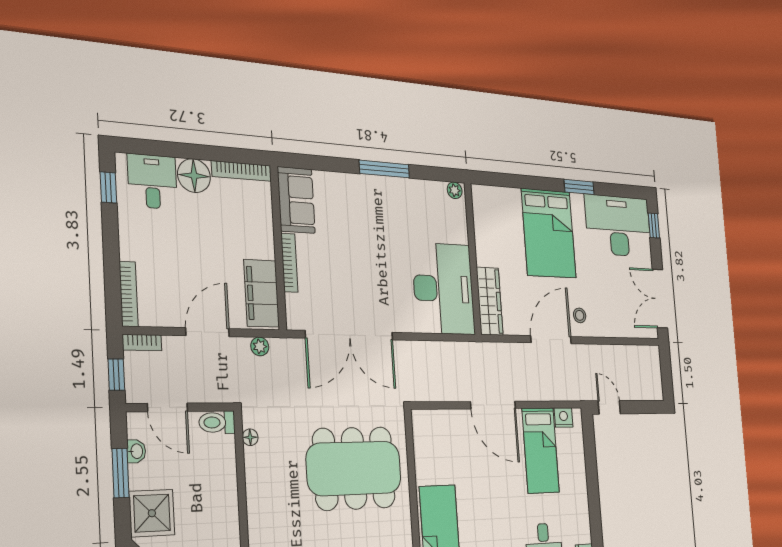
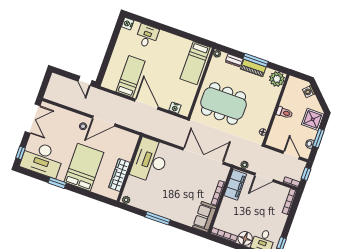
wardrobe: (490, 301) -> (119, 175), moved
nightstand: (564, 418) -> (175, 108), moved
toilet: (217, 422) -> (285, 113), moved

